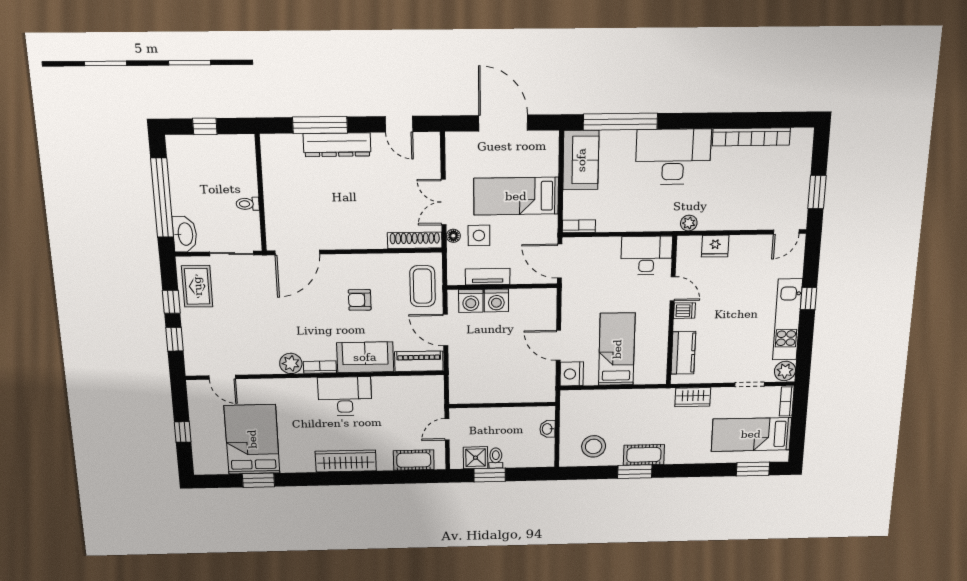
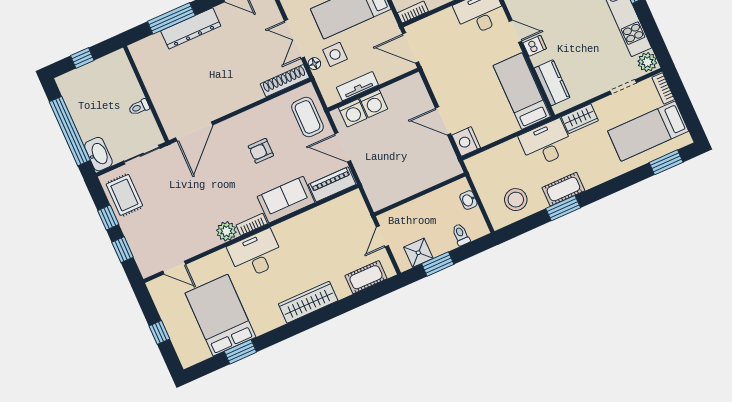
bed: (617, 349) -> (522, 91), moved
desk: (345, 396) -> (256, 254), moved
desk: (649, 407) -> (546, 143), added
toilet: (496, 458) -> (461, 235), moved

